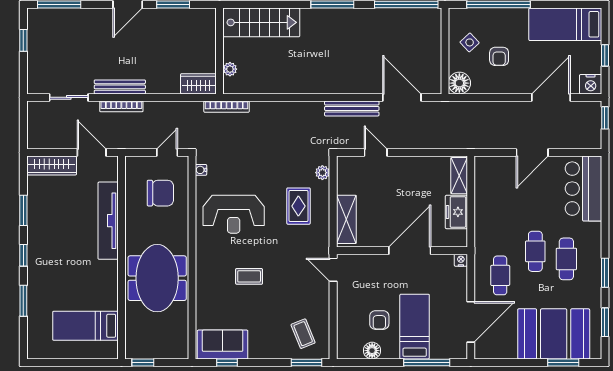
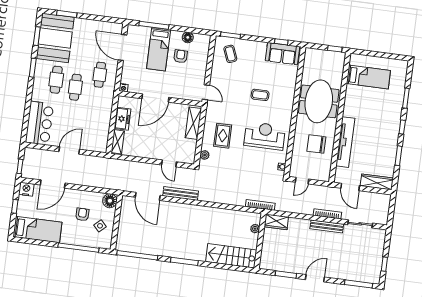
chair: (160, 193) -> (316, 144), moved
door: (471, 322) -> (122, 48), hinge flipped
booth: (554, 334) -> (55, 38), moved, turned 90

